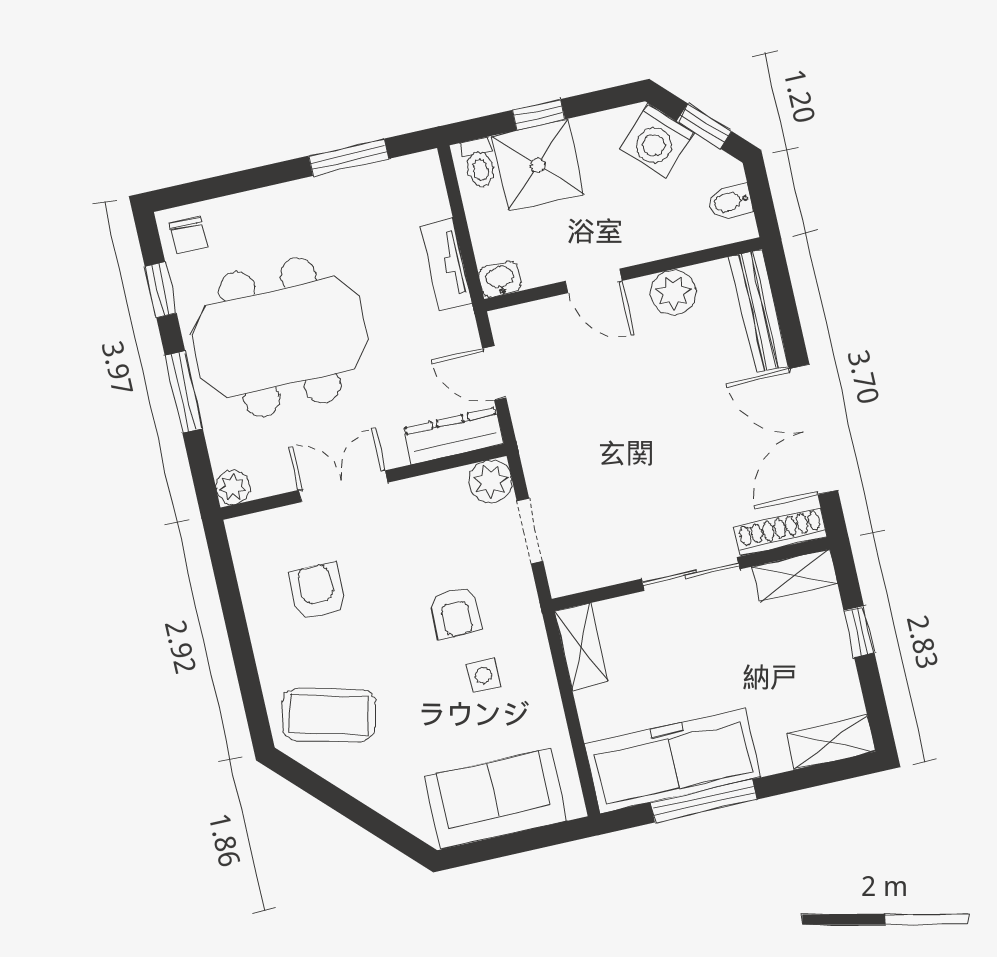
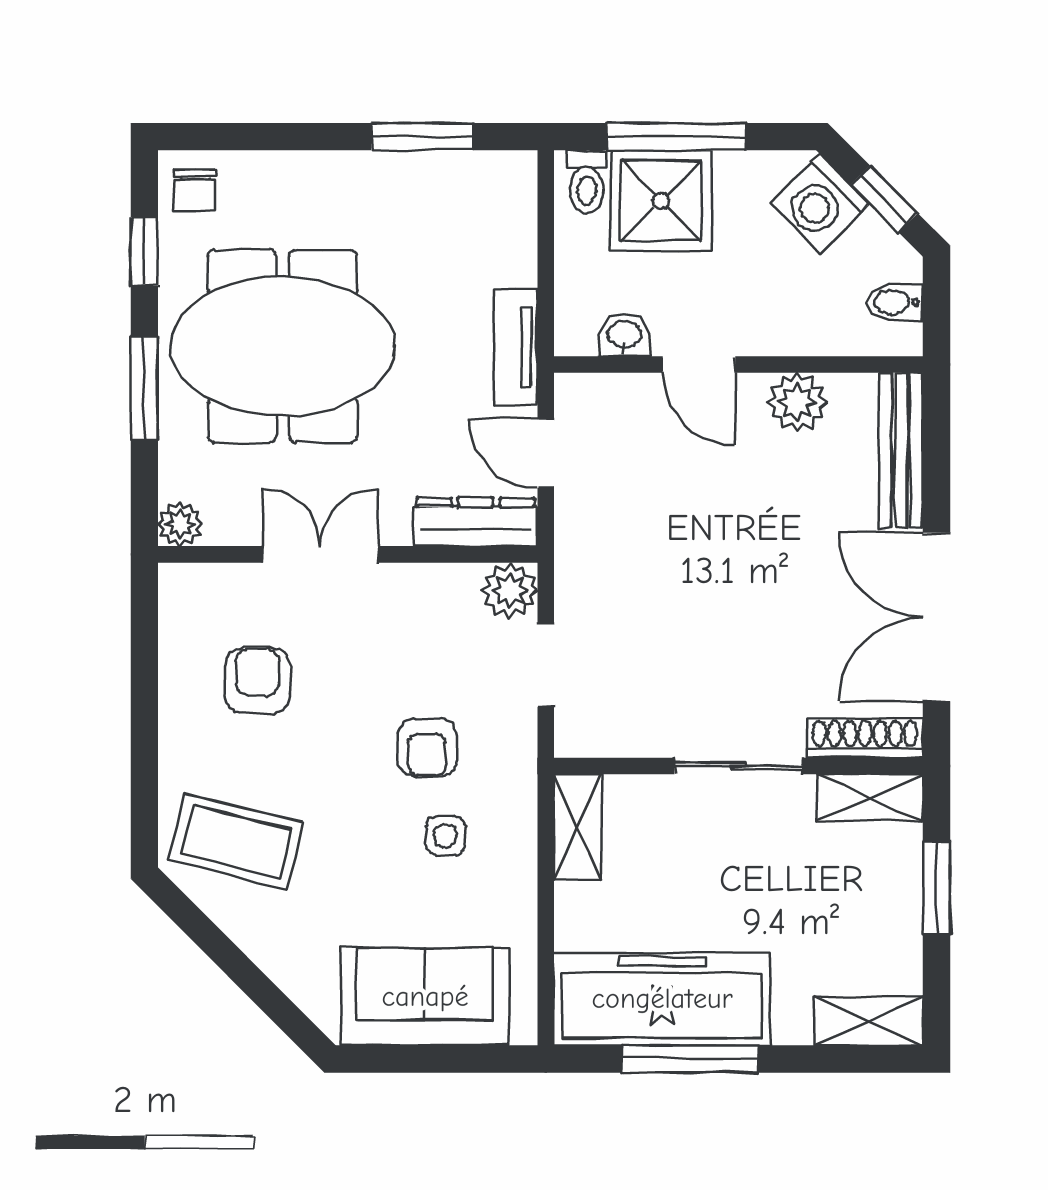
window: (539, 115) -> (676, 137), width x2.17
tv unit: (446, 265) -> (516, 347), moved
washbasin: (500, 279) -> (624, 335), moved
window: (859, 632) -> (936, 888), width x1.50

